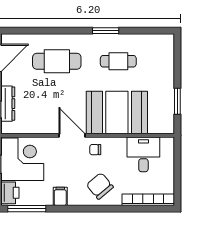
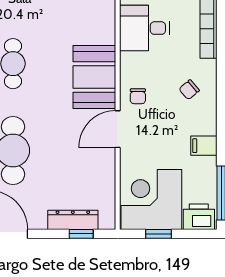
booth: (117, 112) -> (94, 77), width x0.73, depth x0.70
chair: (100, 186) -> (189, 90), width x0.54, depth x0.54

